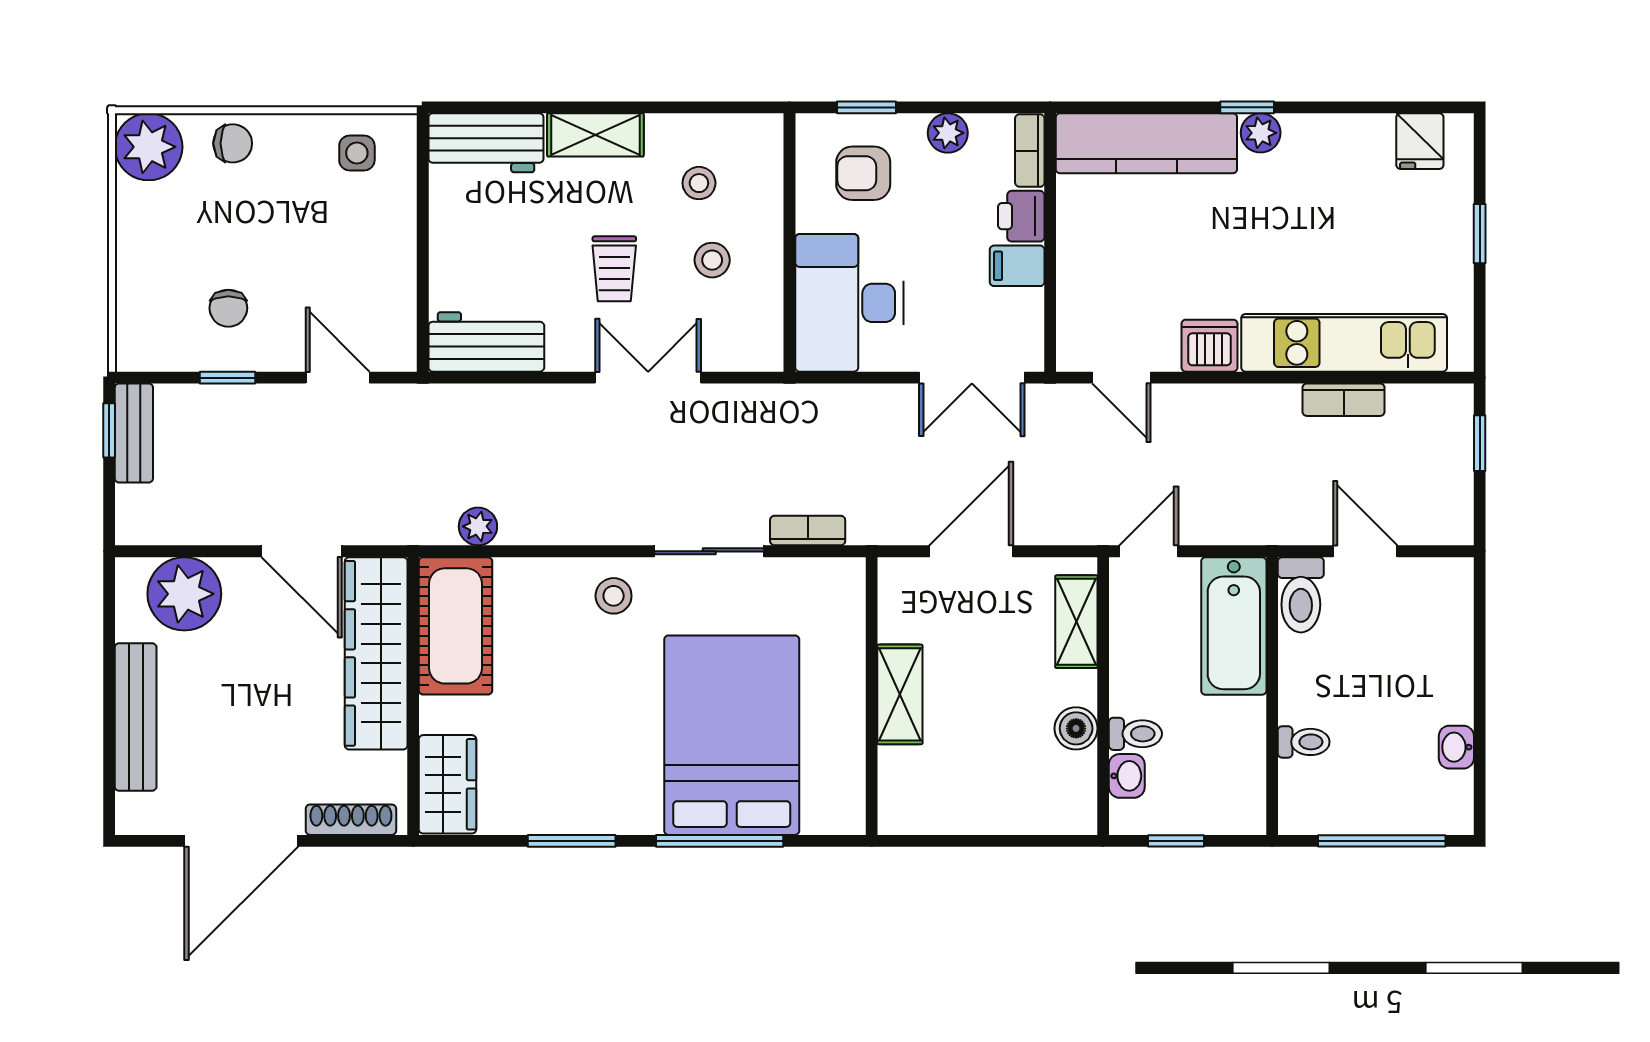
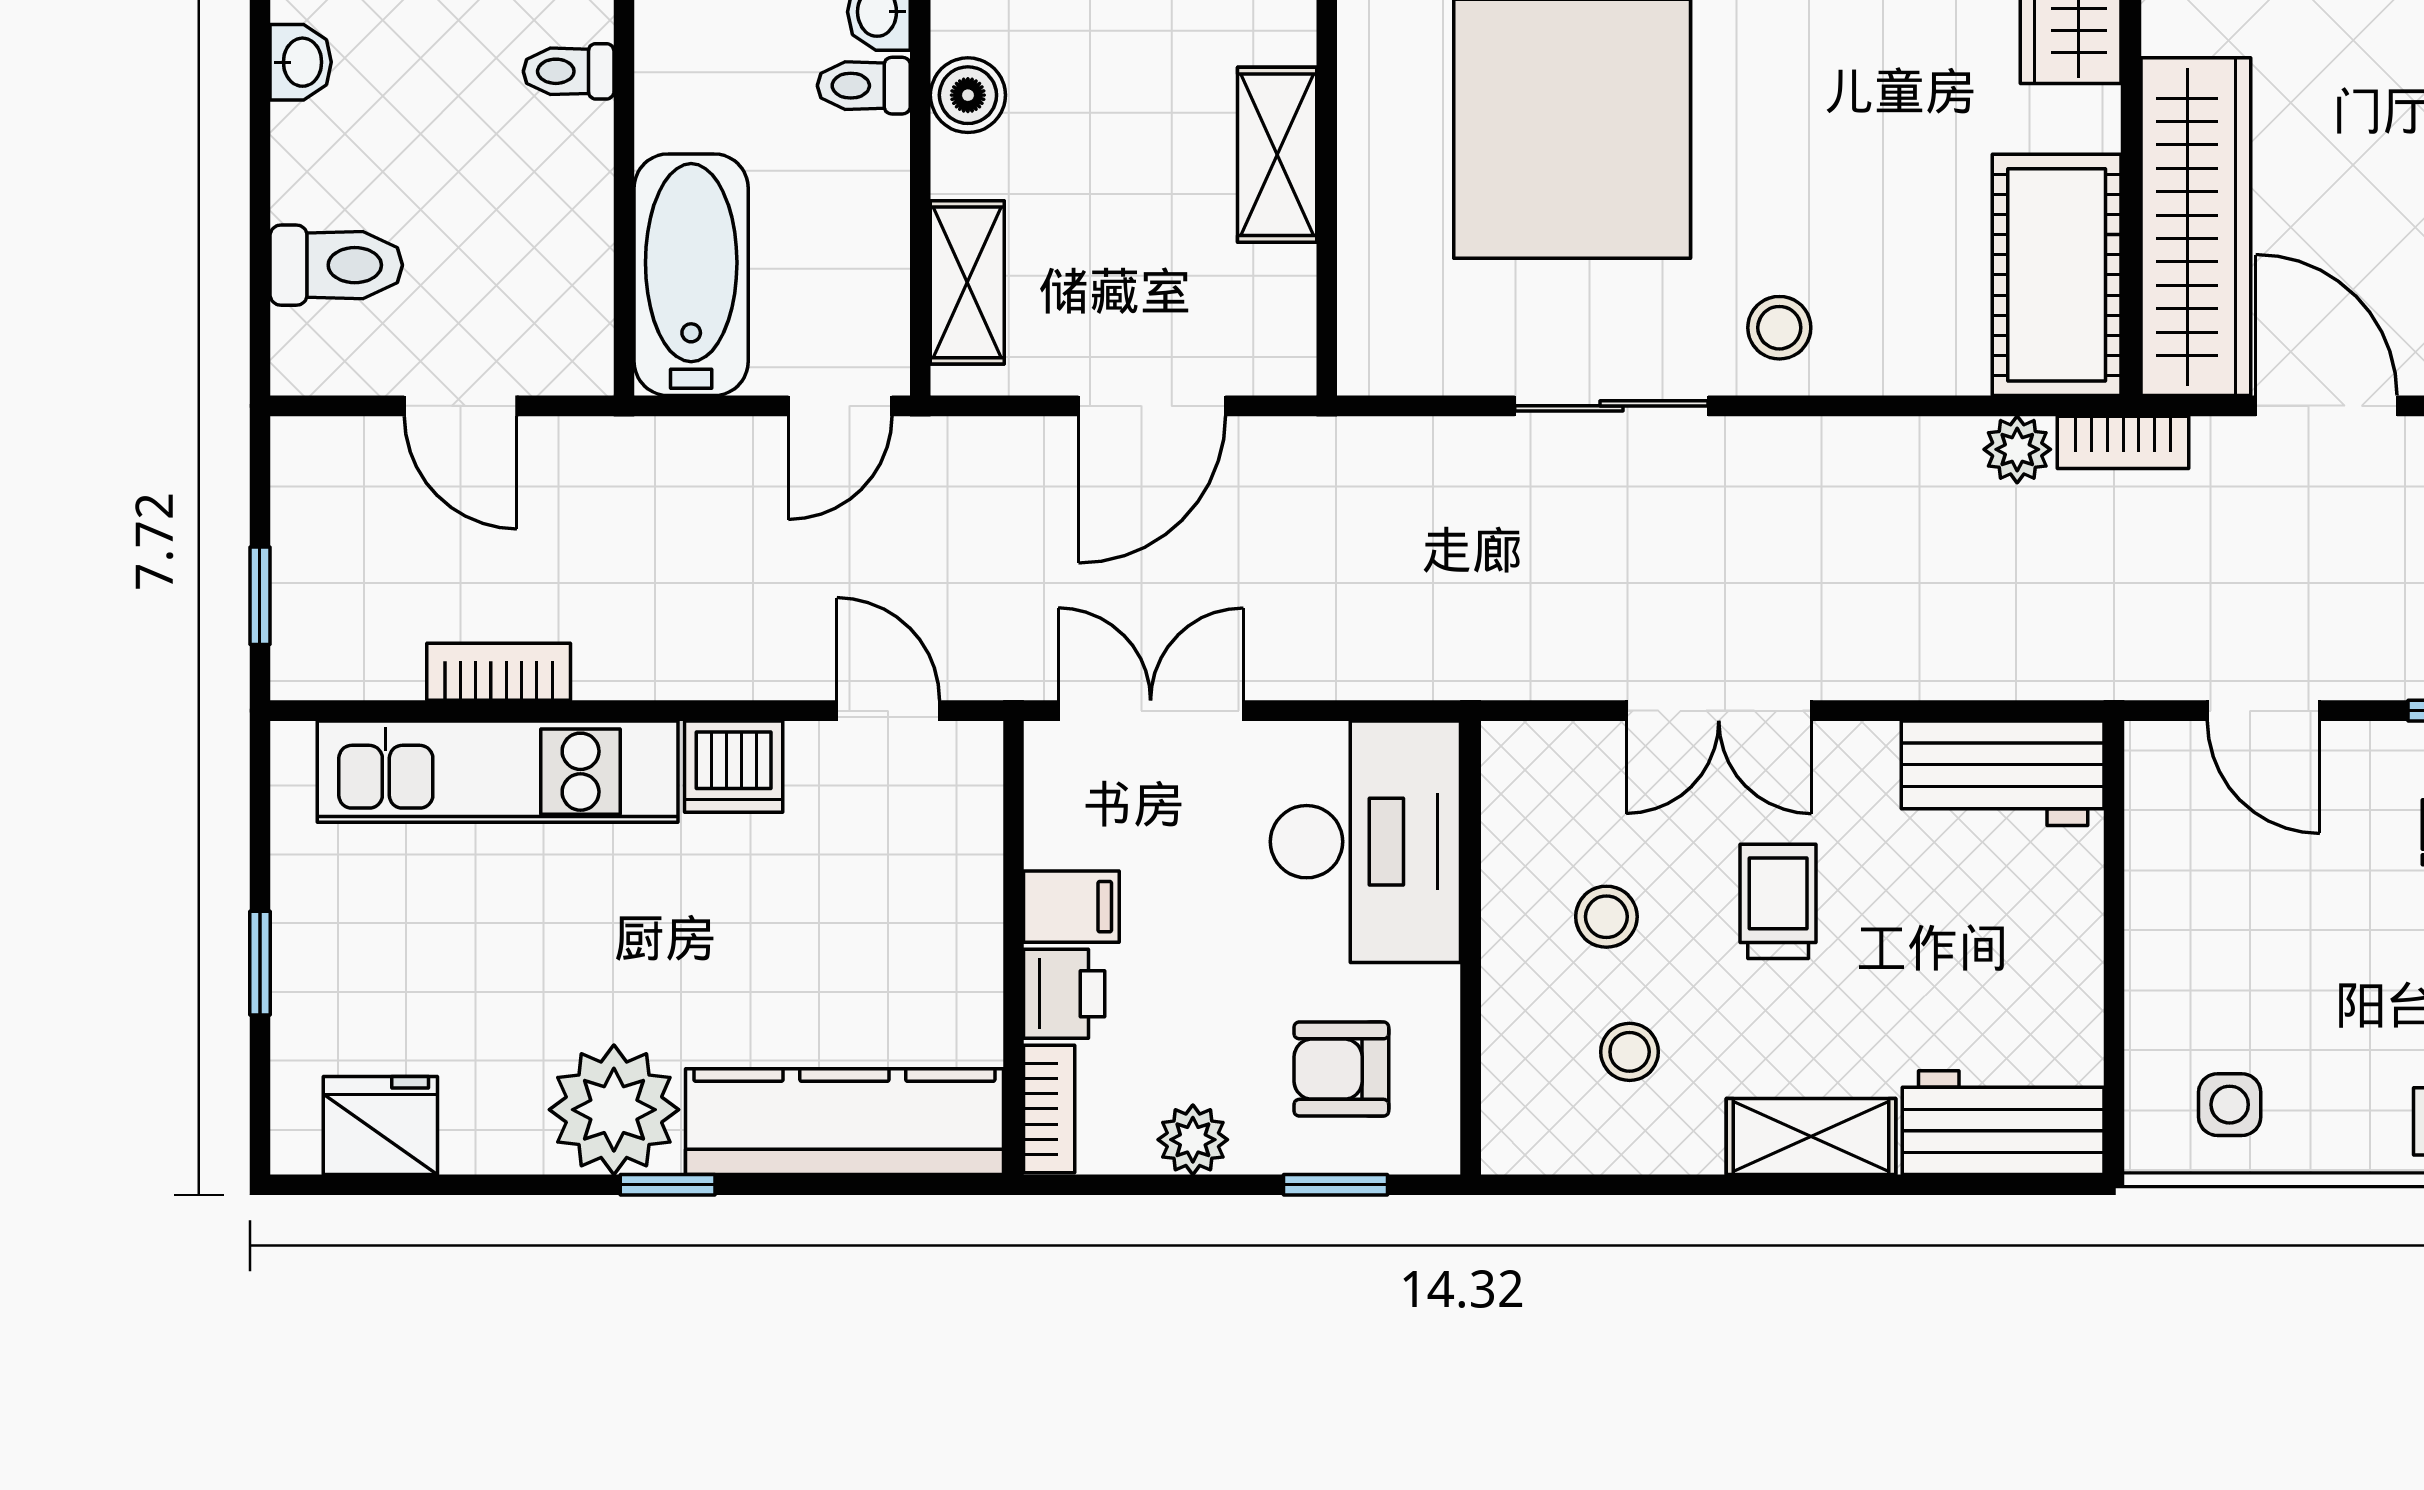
plant: (1261, 133) -> (614, 1110), width x1.88, depth x1.88
fridge: (1420, 141) -> (380, 1125), width x1.38
armchair: (863, 173) -> (1341, 1069), turned 180
bookcase: (808, 531) -> (2123, 442), moved
toilet: (1301, 595) -> (336, 265), moved, turned 90

